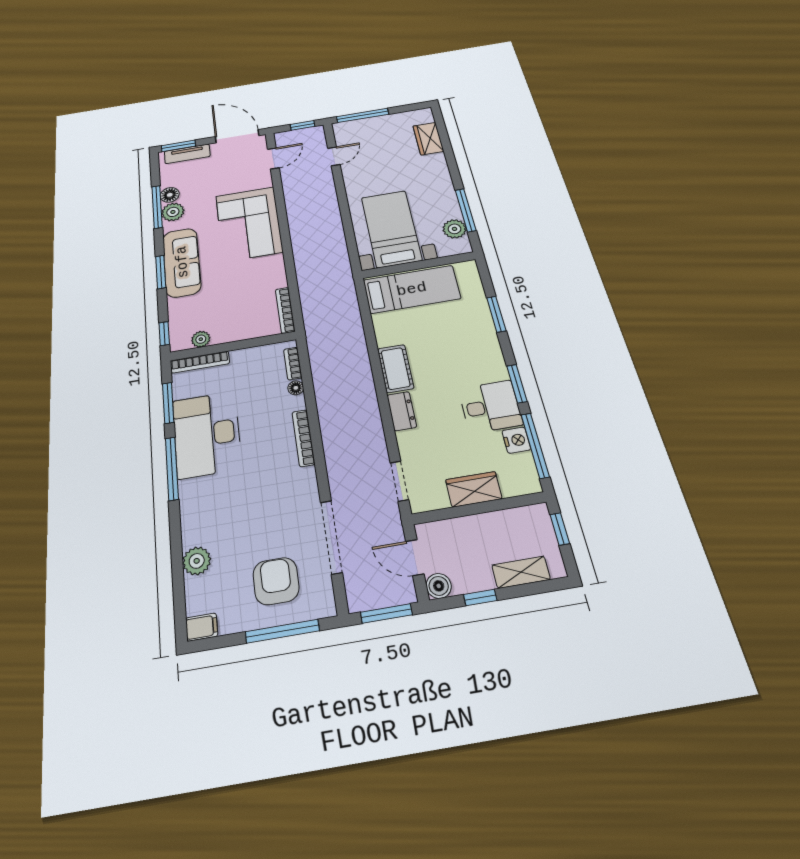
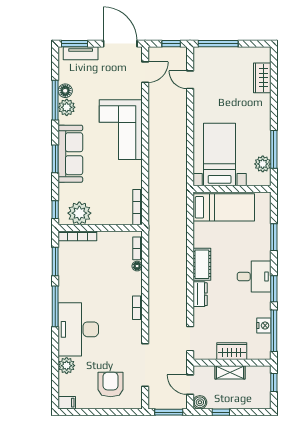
door: (334, 156) -> (190, 80), swing flipped
plant: (201, 339) -> (79, 213), width x1.88, depth x1.88
desk: (490, 407) -> (254, 277), moved
desk: (207, 434) -> (78, 329), moved
bookcase: (303, 438) -> (137, 308), width x0.64
shelving: (521, 572) -> (230, 372), moved
window: (282, 631) -> (111, 412), removed

